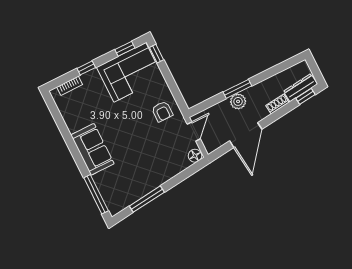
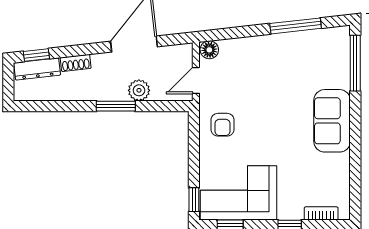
plant: (238, 101) -> (139, 90), moved
armchair: (162, 111) -> (223, 125), turned 180

